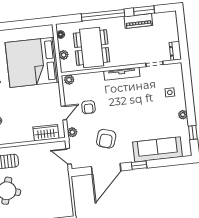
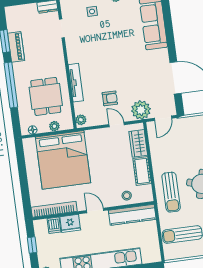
dining table: (92, 48) -> (46, 96), width x0.73
tv unit: (122, 74) -> (76, 83), moved
plant: (72, 132) -> (141, 110), width x1.88, depth x1.88
cot: (20, 136) -> (142, 171), added
armchair: (106, 139) -> (143, 79), removed
window: (139, 165) -> (171, 43), removed

